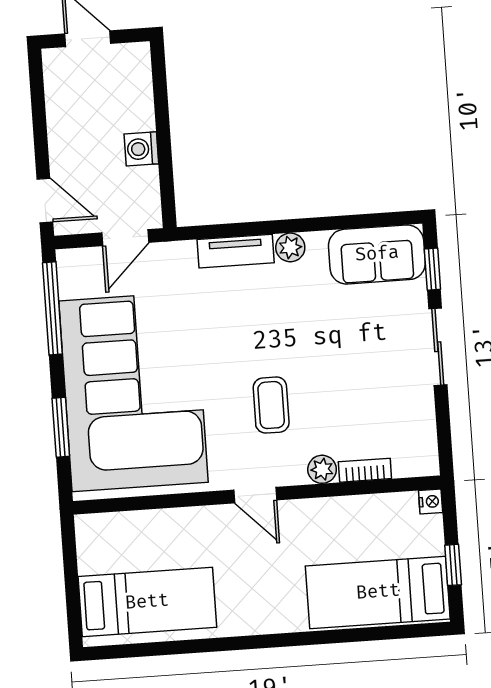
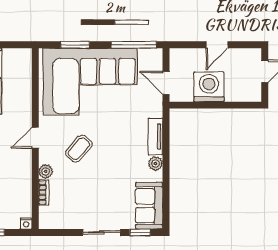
washing machine: (141, 149) -> (209, 87), width x1.89, depth x1.89
door: (45, 200) -> (217, 45), moved
coffee table: (271, 405) -> (79, 149), turned -48

